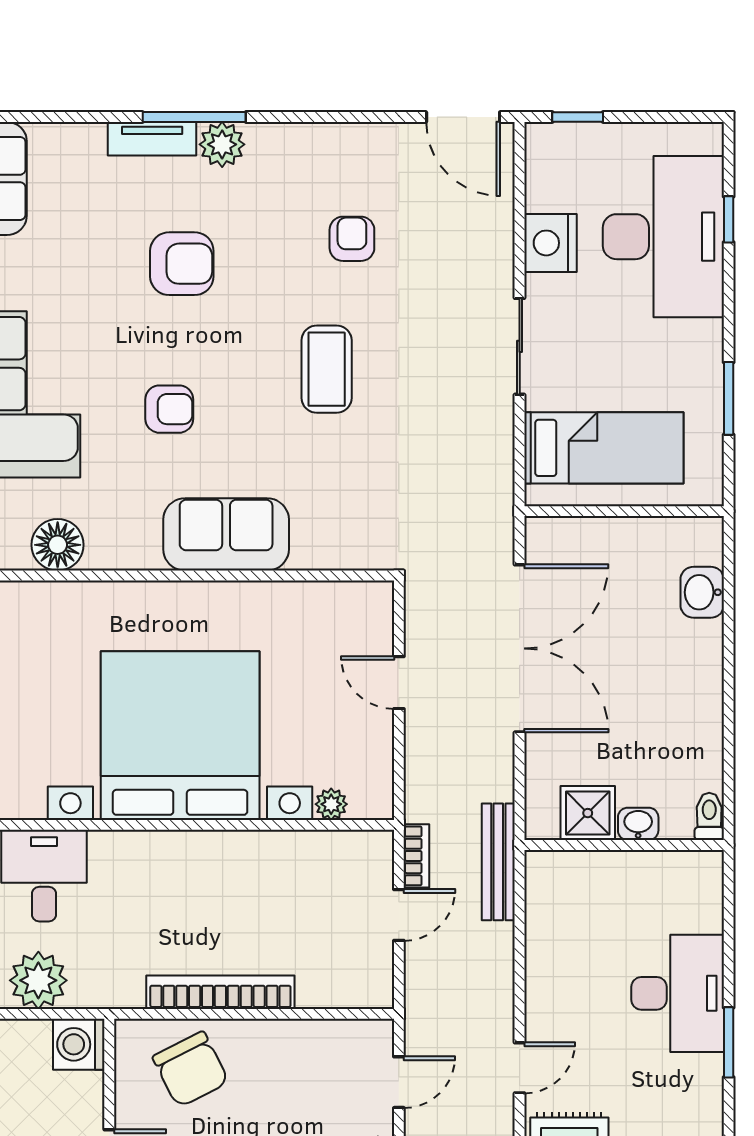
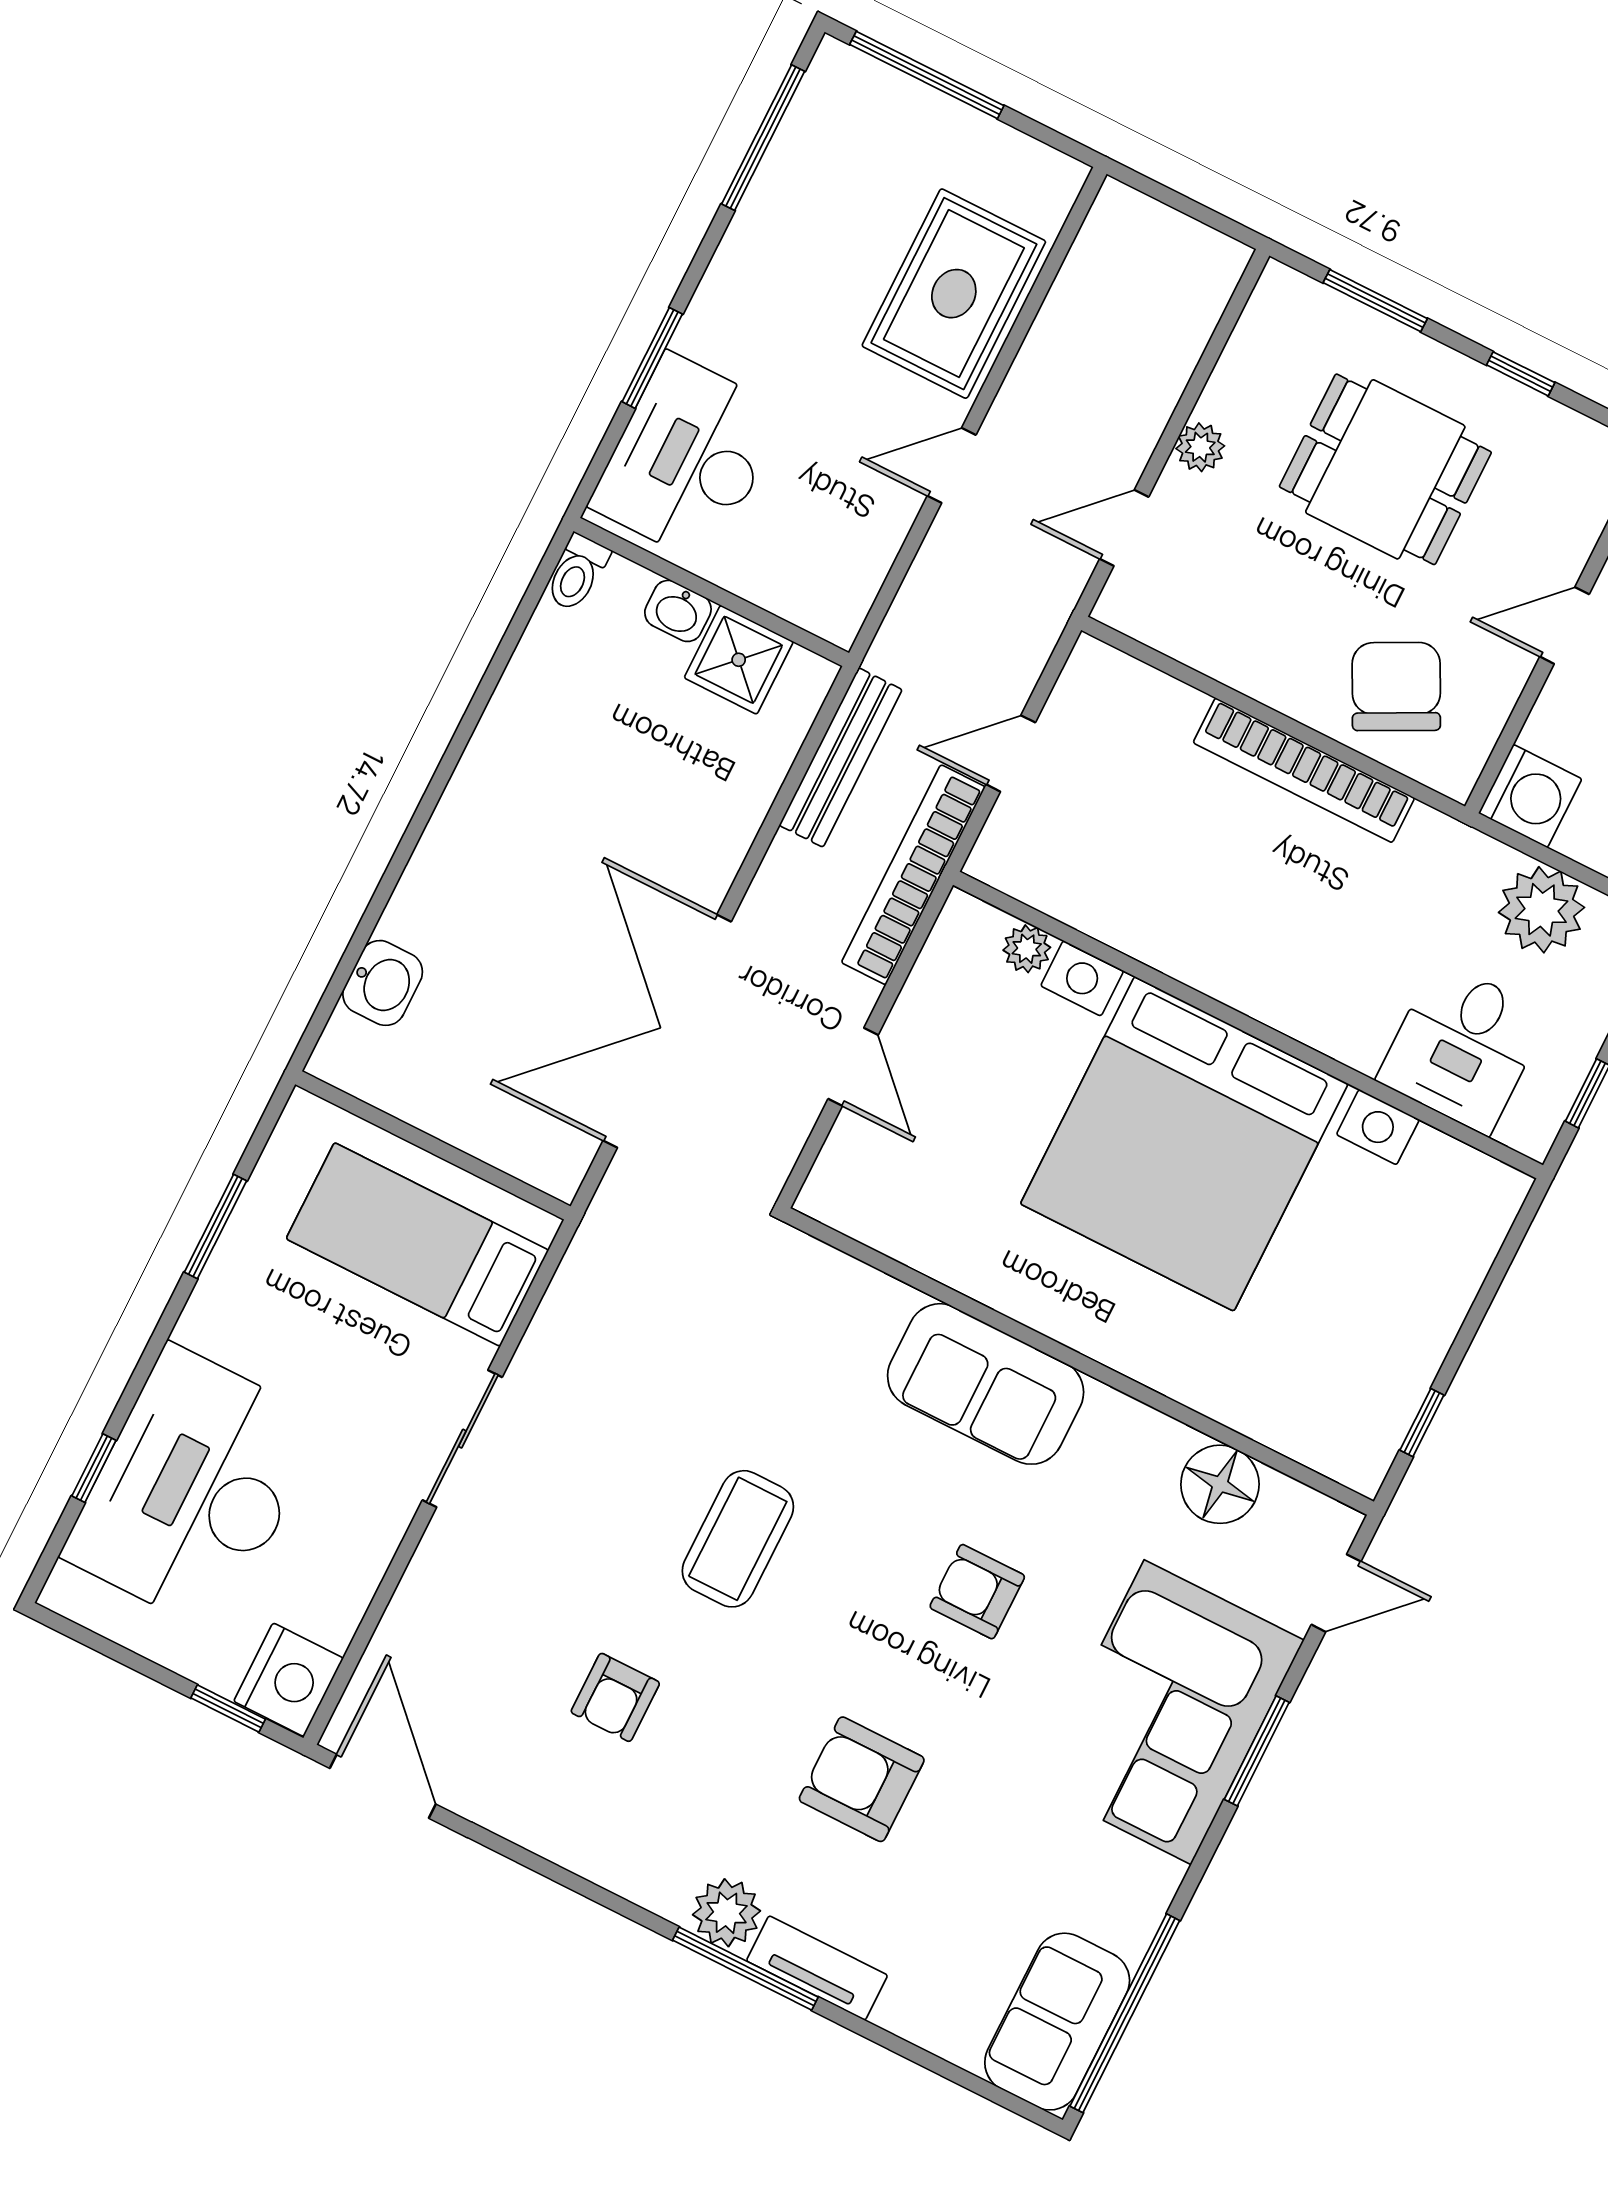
nightstand: (550, 243) -> (289, 1680), moved
shower: (588, 813) -> (739, 660), moved
toilet: (709, 816) -> (577, 573), moved
washbasin: (638, 824) -> (678, 611), moved
wall: (624, 845) -> (711, 592), moved
bookcase: (416, 856) -> (913, 875), width x2.31, depth x1.31

